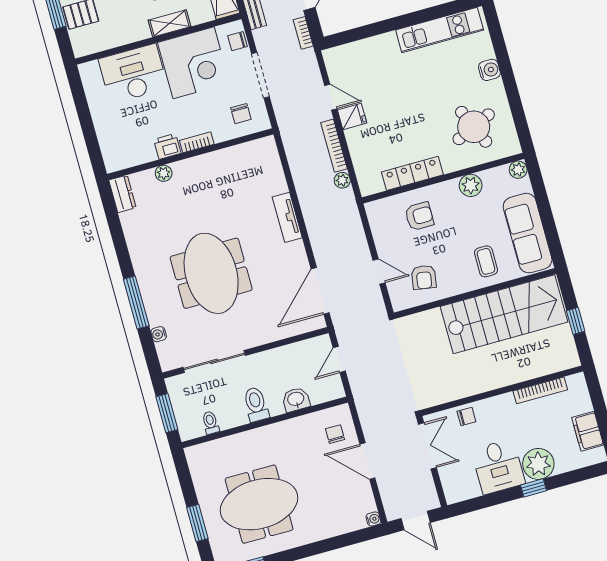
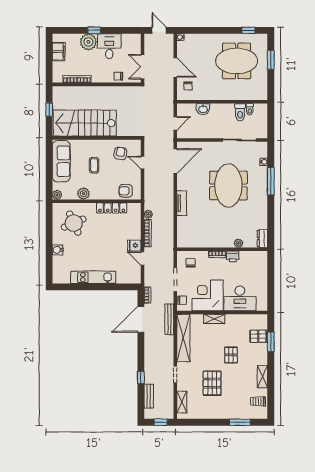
kitchen unit: (440, 30) -> (93, 277), moved
armchair: (419, 216) -> (126, 191), moved
coffee table: (486, 261) -> (94, 165), moved
toilet: (256, 404) -> (240, 112), moved
window: (167, 413) -> (271, 120), removed

